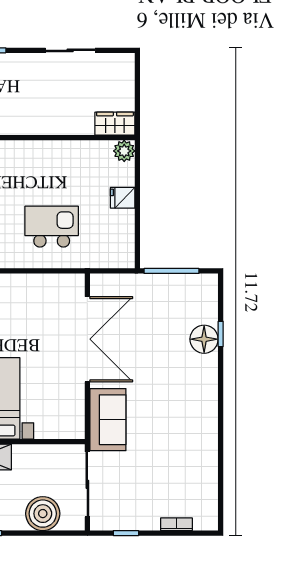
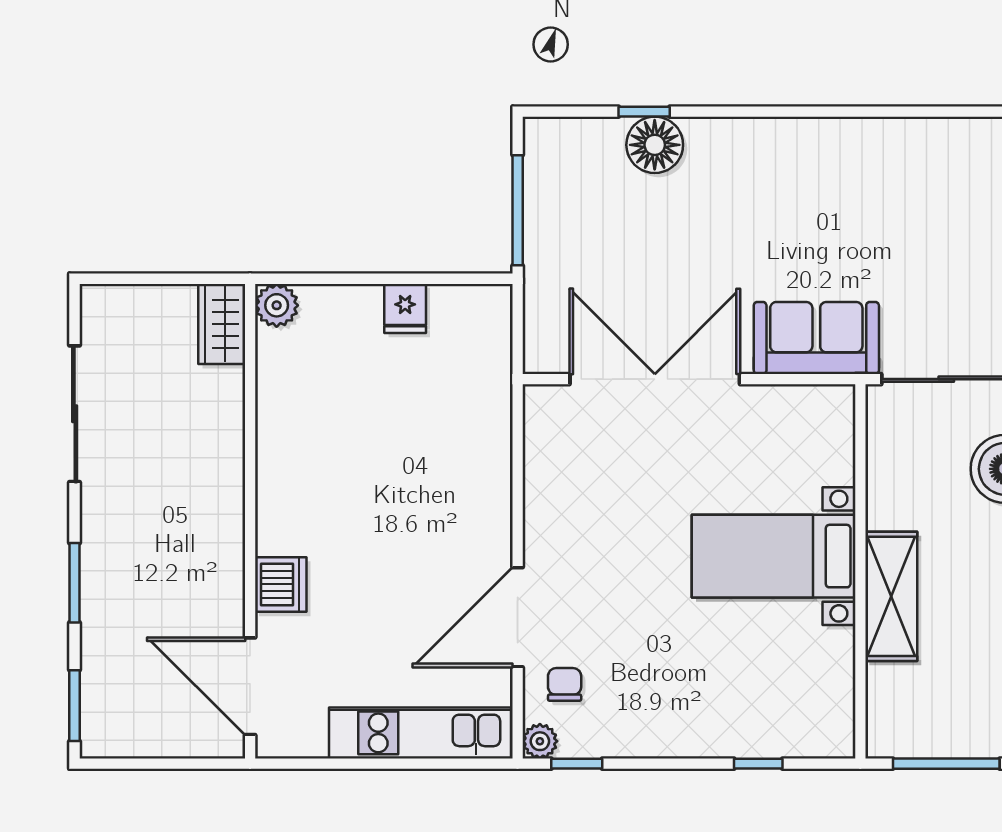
sliding door: (70, 50) -> (75, 414), width x1.37
fridge: (123, 198) -> (405, 308), moved
kitchen island: (52, 227) -> (429, 451), removed

